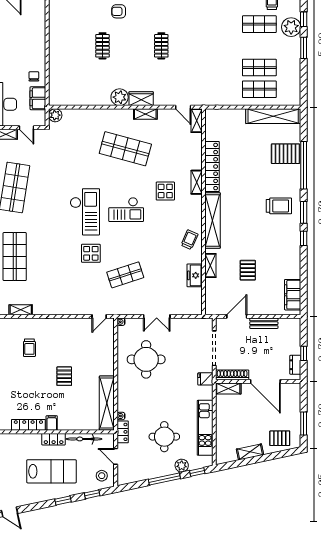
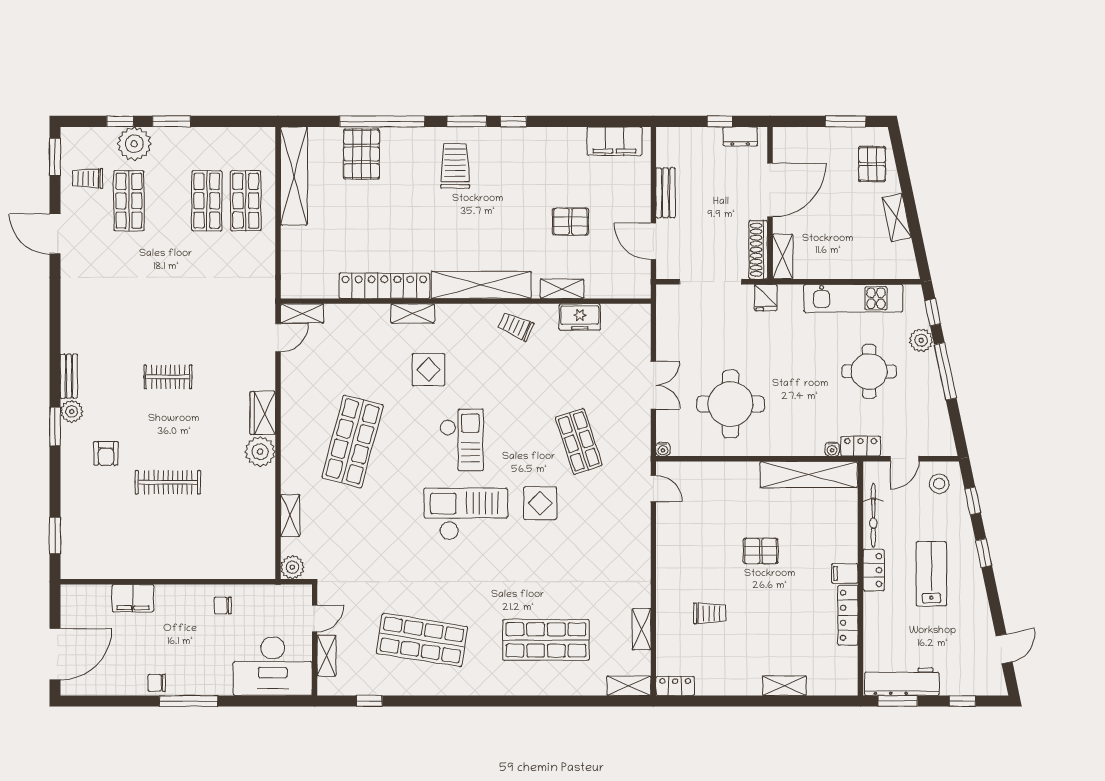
clothes rail: (103, 46) -> (168, 482), width x1.36
filing cabinet: (38, 98) -> (133, 598), moved
shelving: (145, 114) -> (290, 516), moved
lab bench: (51, 471) -> (931, 574), width x0.73, depth x0.72

